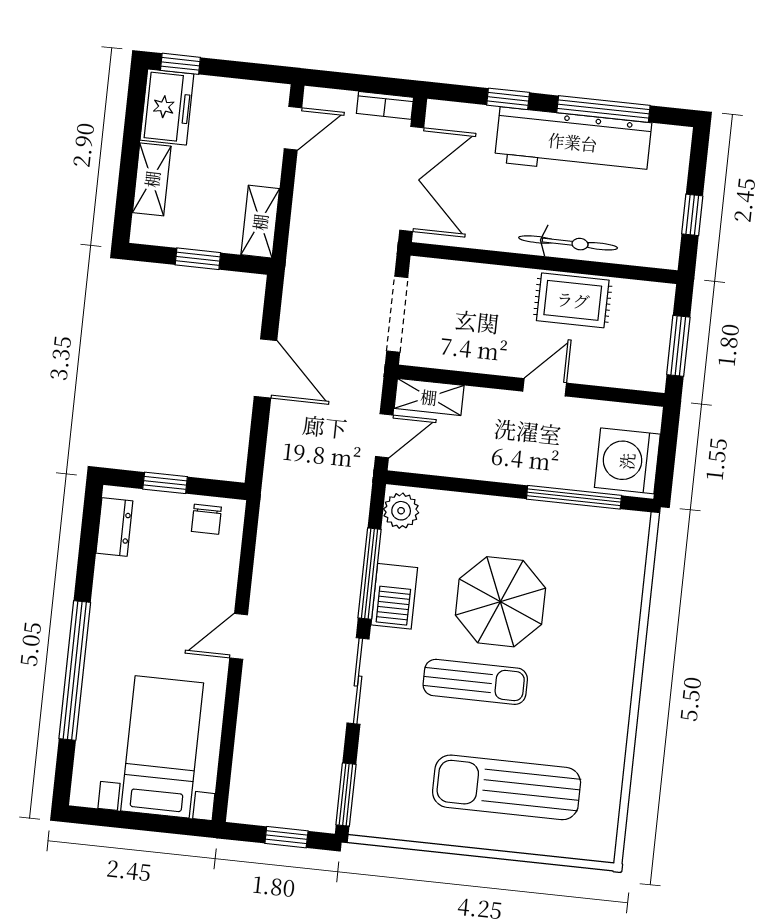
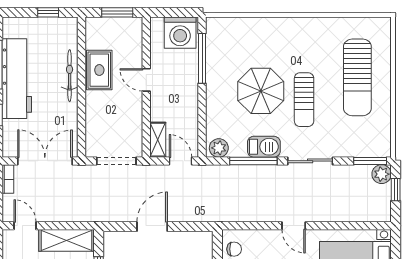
shelving: (260, 222) -> (66, 240), width x1.50, depth x1.33
sun lounger: (475, 682) -> (304, 100), turned 180
plant: (319, 814) -> (382, 174), added

